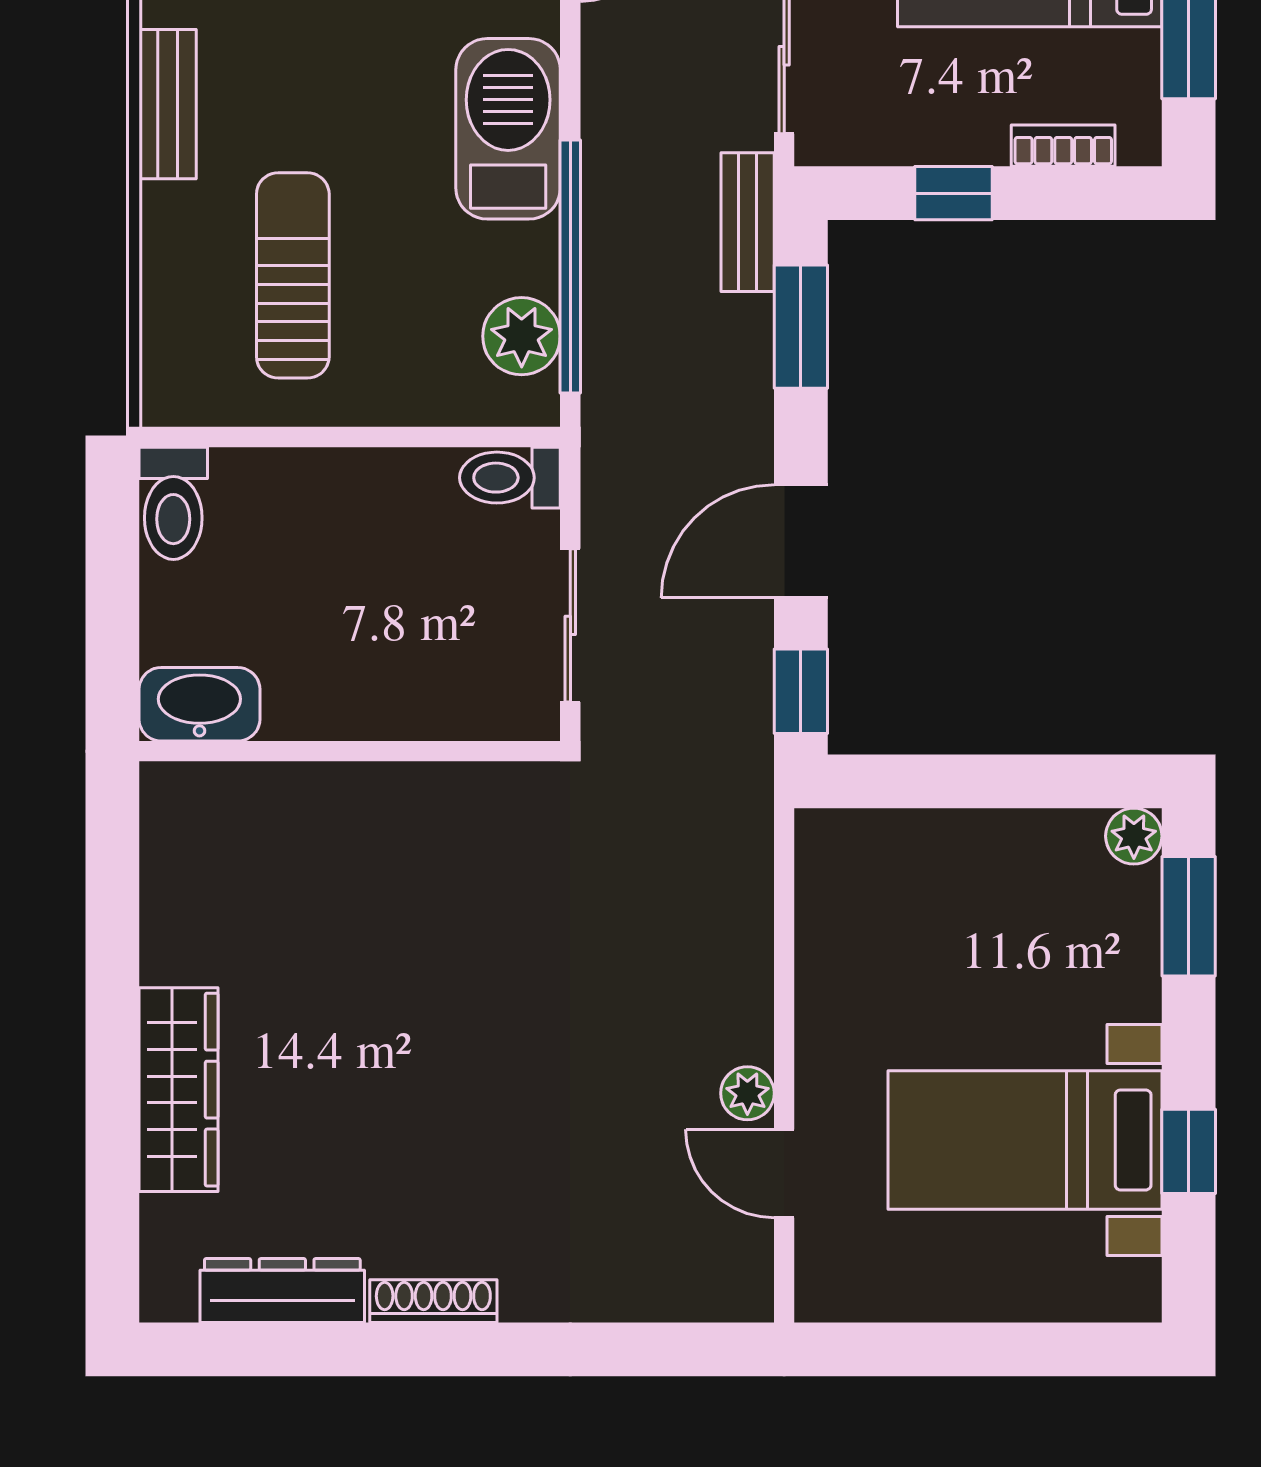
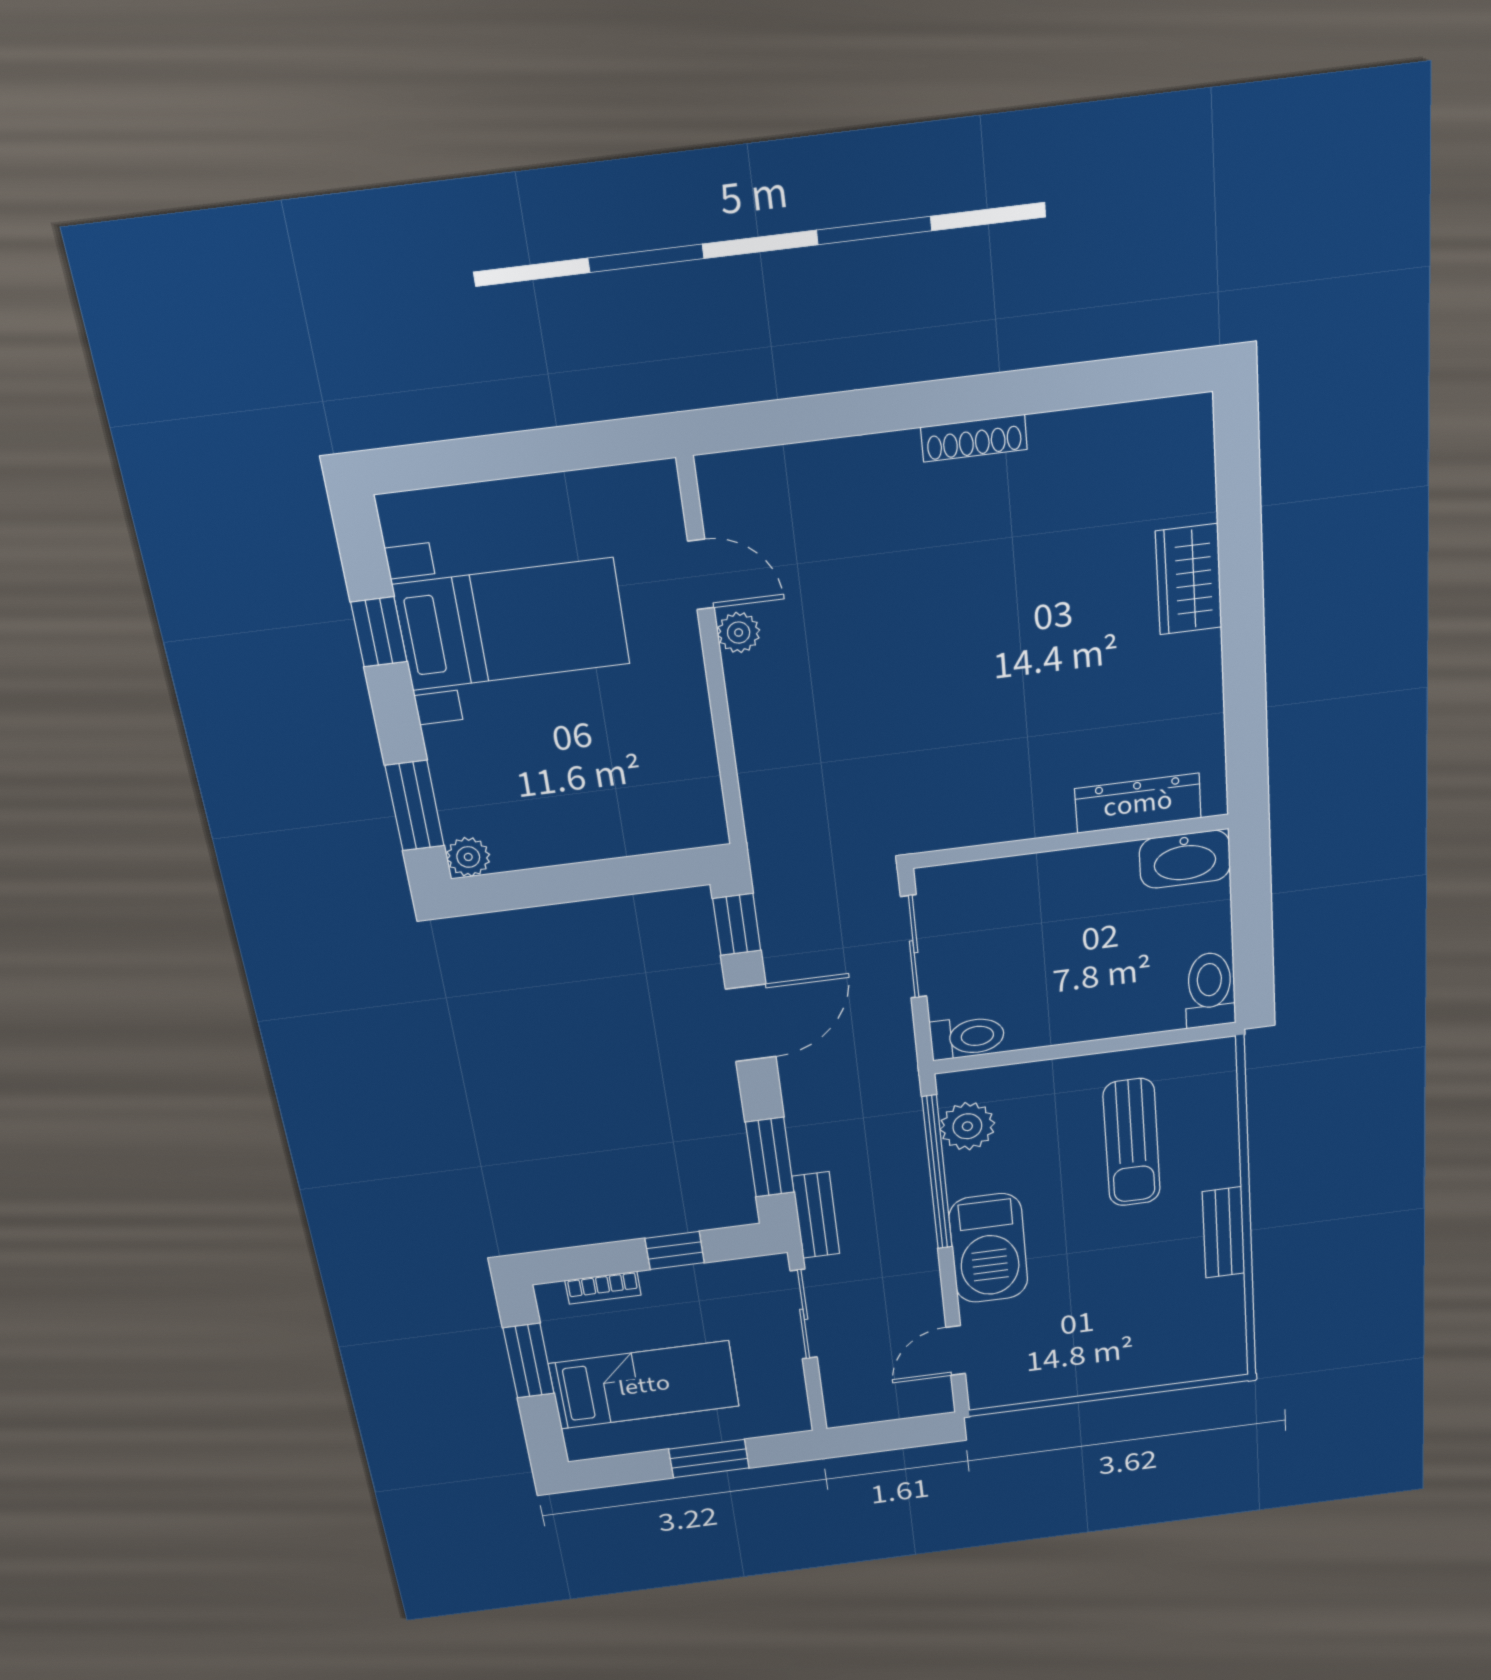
wardrobe: (179, 1090) -> (1189, 579), width x0.67
dresser: (282, 1291) -> (1138, 803), moved, turned 180

